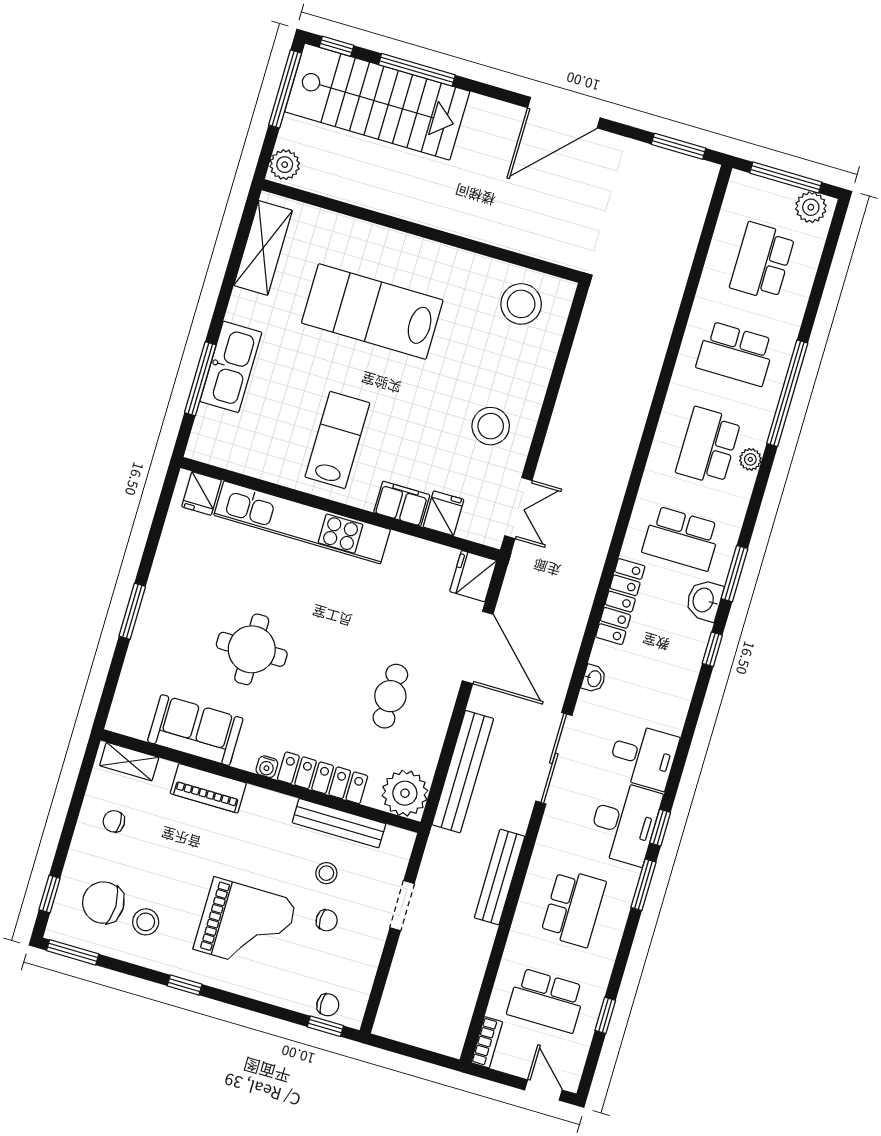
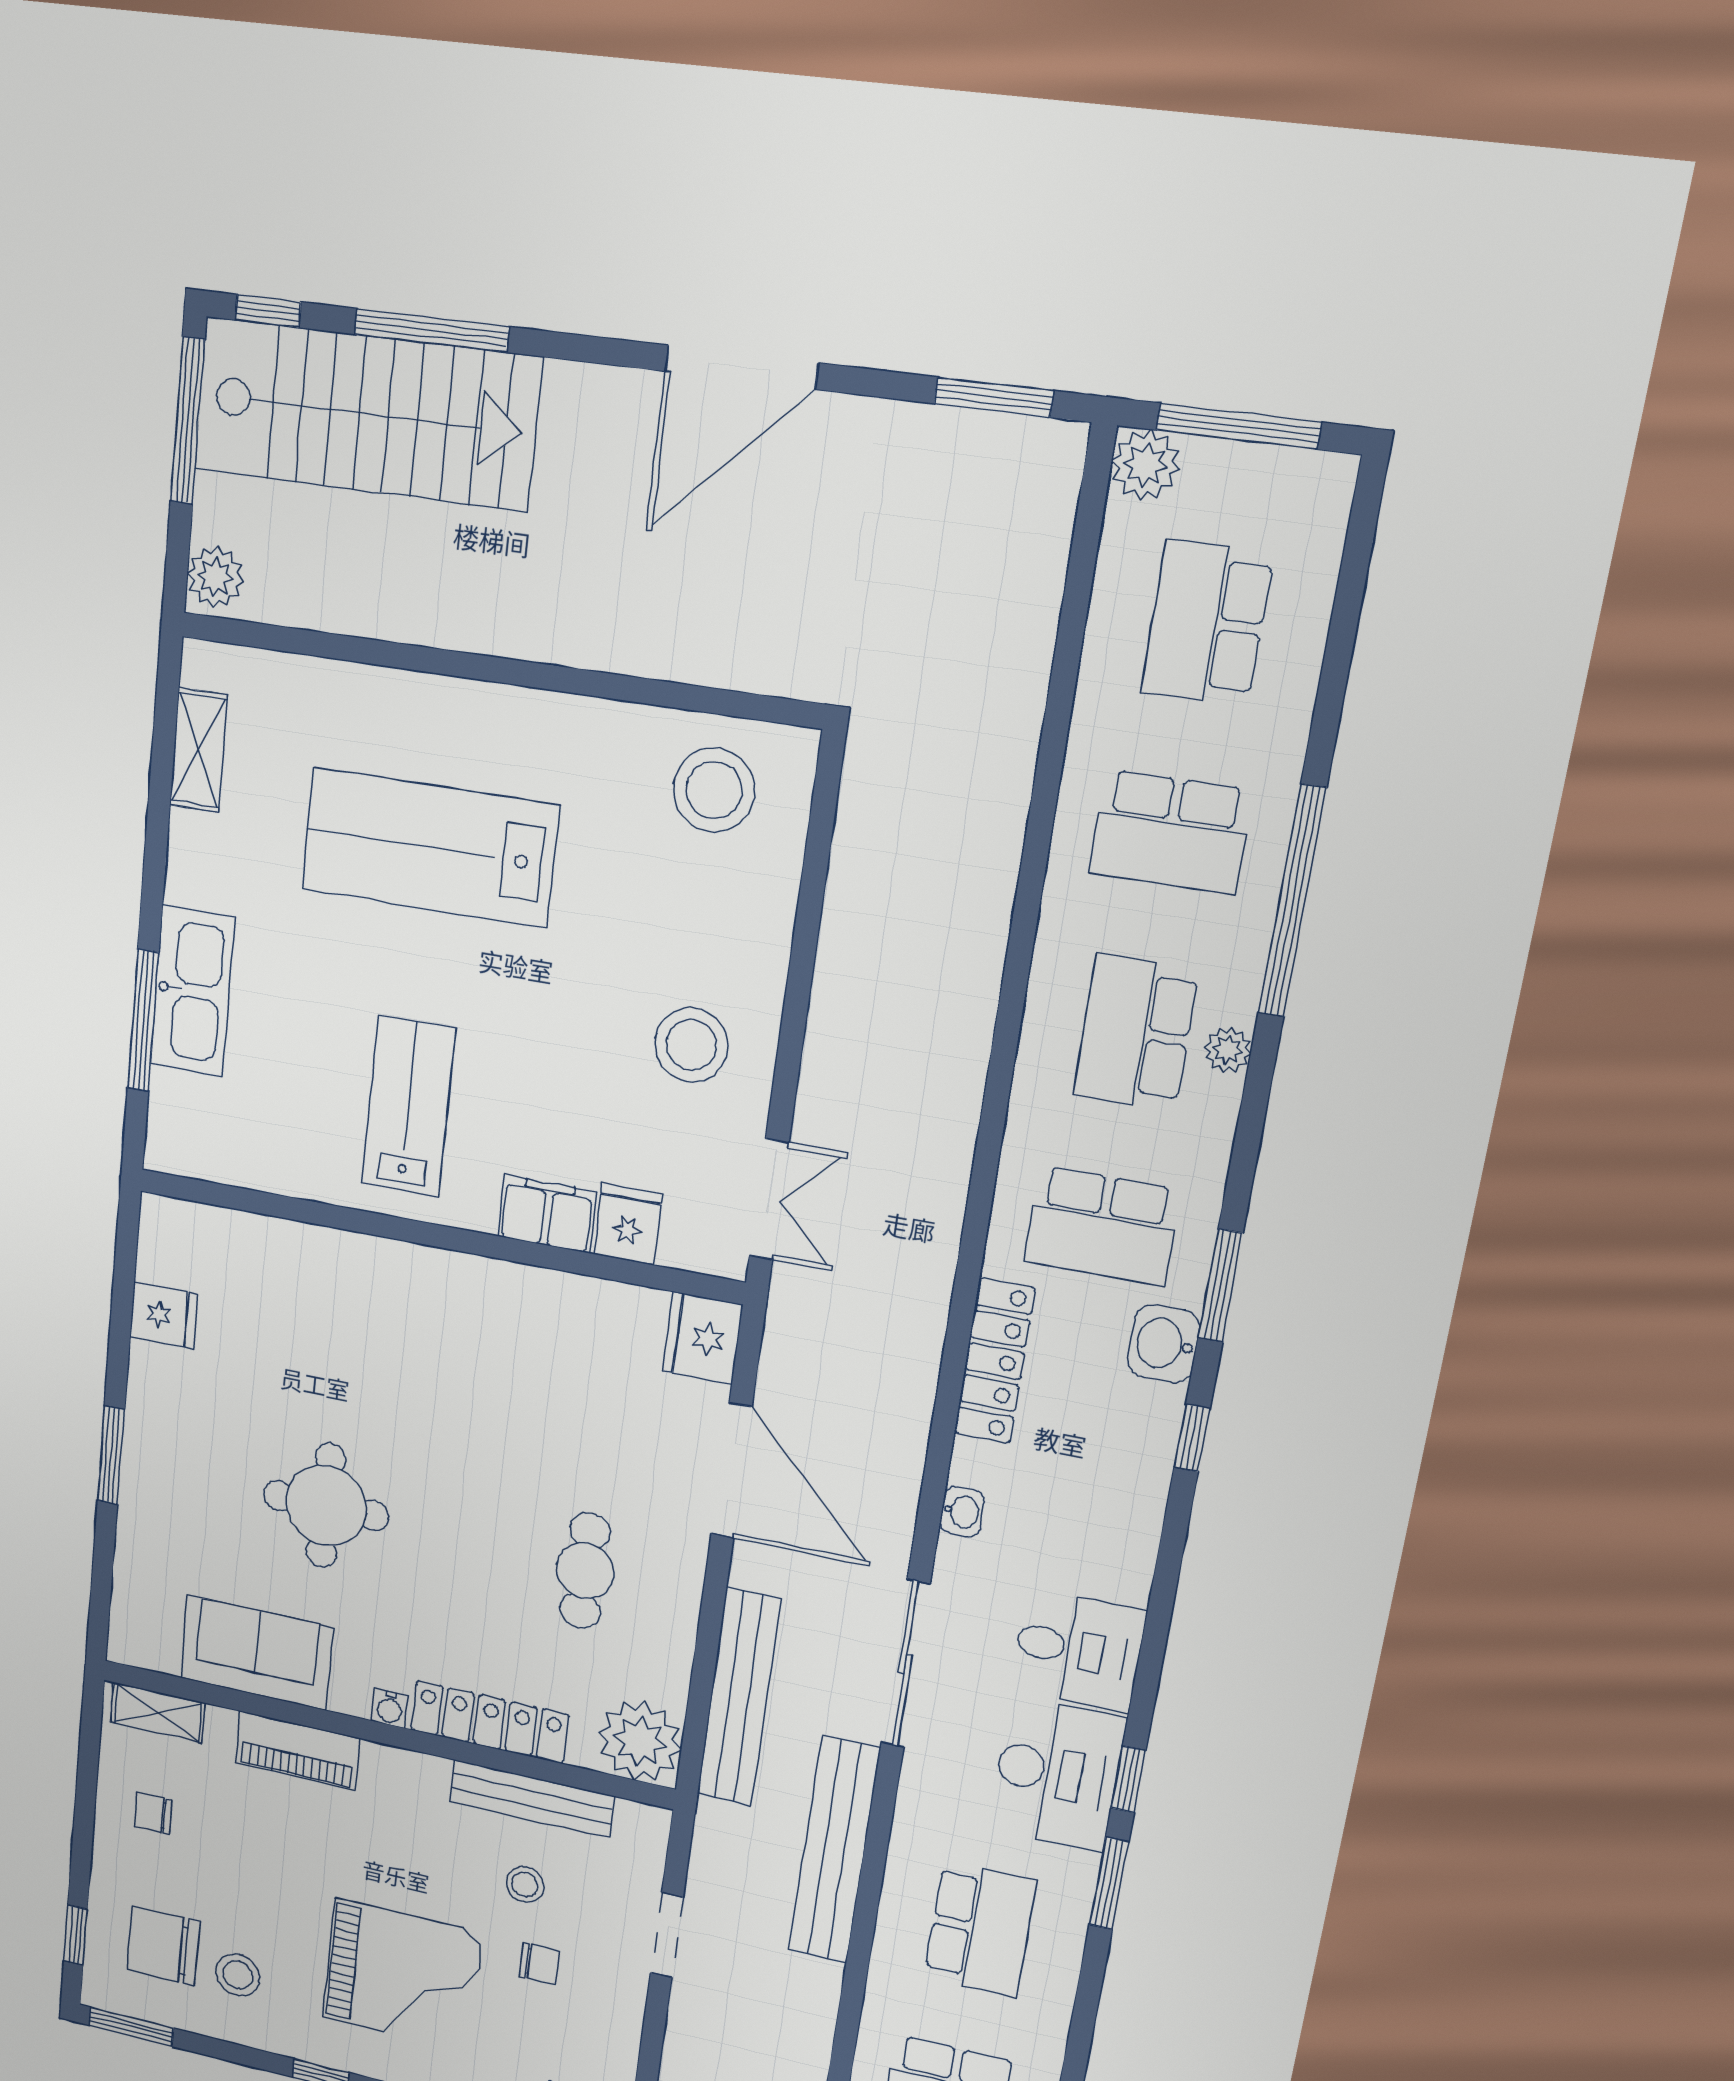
plant: (811, 207) -> (1145, 465), moved
shelving: (263, 248) -> (198, 750), width x0.67, depth x0.75
fridge: (202, 493) -> (164, 1315), moved, turned -90
kitchen unit: (302, 522) -> (372, 1268), removed
bench: (500, 877) -> (834, 1850), width x1.37, depth x1.21

